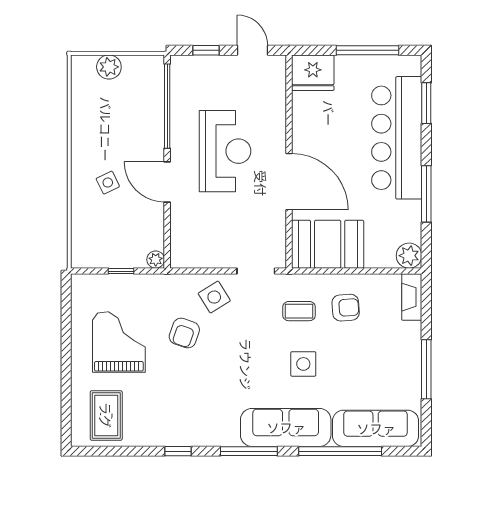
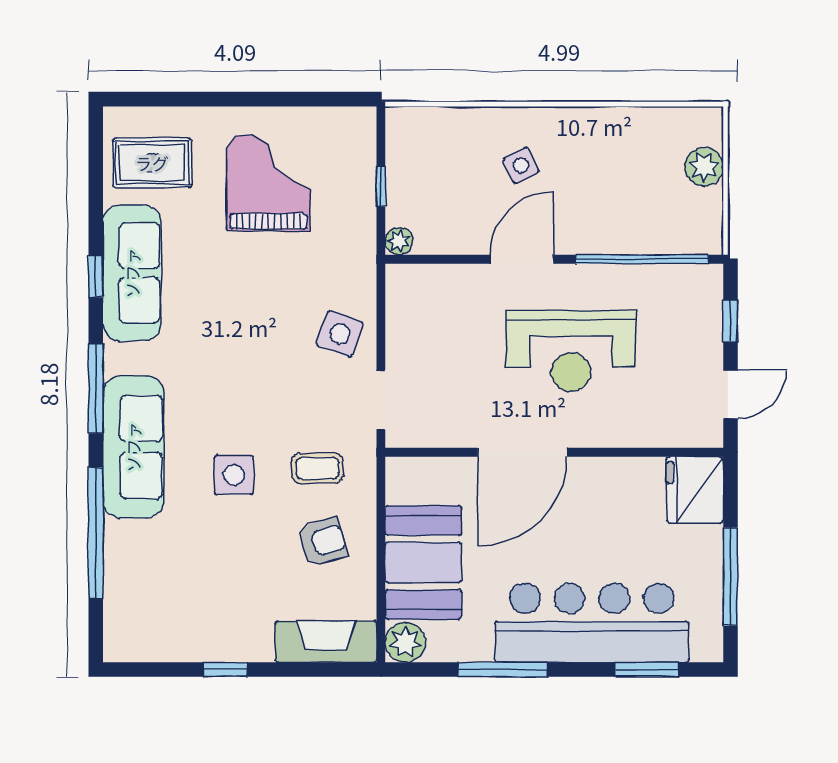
booth: (328, 244) -> (423, 562), moved
side table: (214, 297) -> (340, 334), turned -38
fireplace: (412, 297) -> (326, 642), width x1.37, depth x1.32
armchair: (346, 308) -> (323, 542), turned -102
coffee table: (299, 311) -> (317, 468), turned 90
armchair: (184, 333) -> (283, 286), removed
grand piano: (119, 342) -> (268, 183), turned -90
window: (426, 369) -> (225, 670), width x0.46
sofa: (376, 428) -> (132, 273), moved

